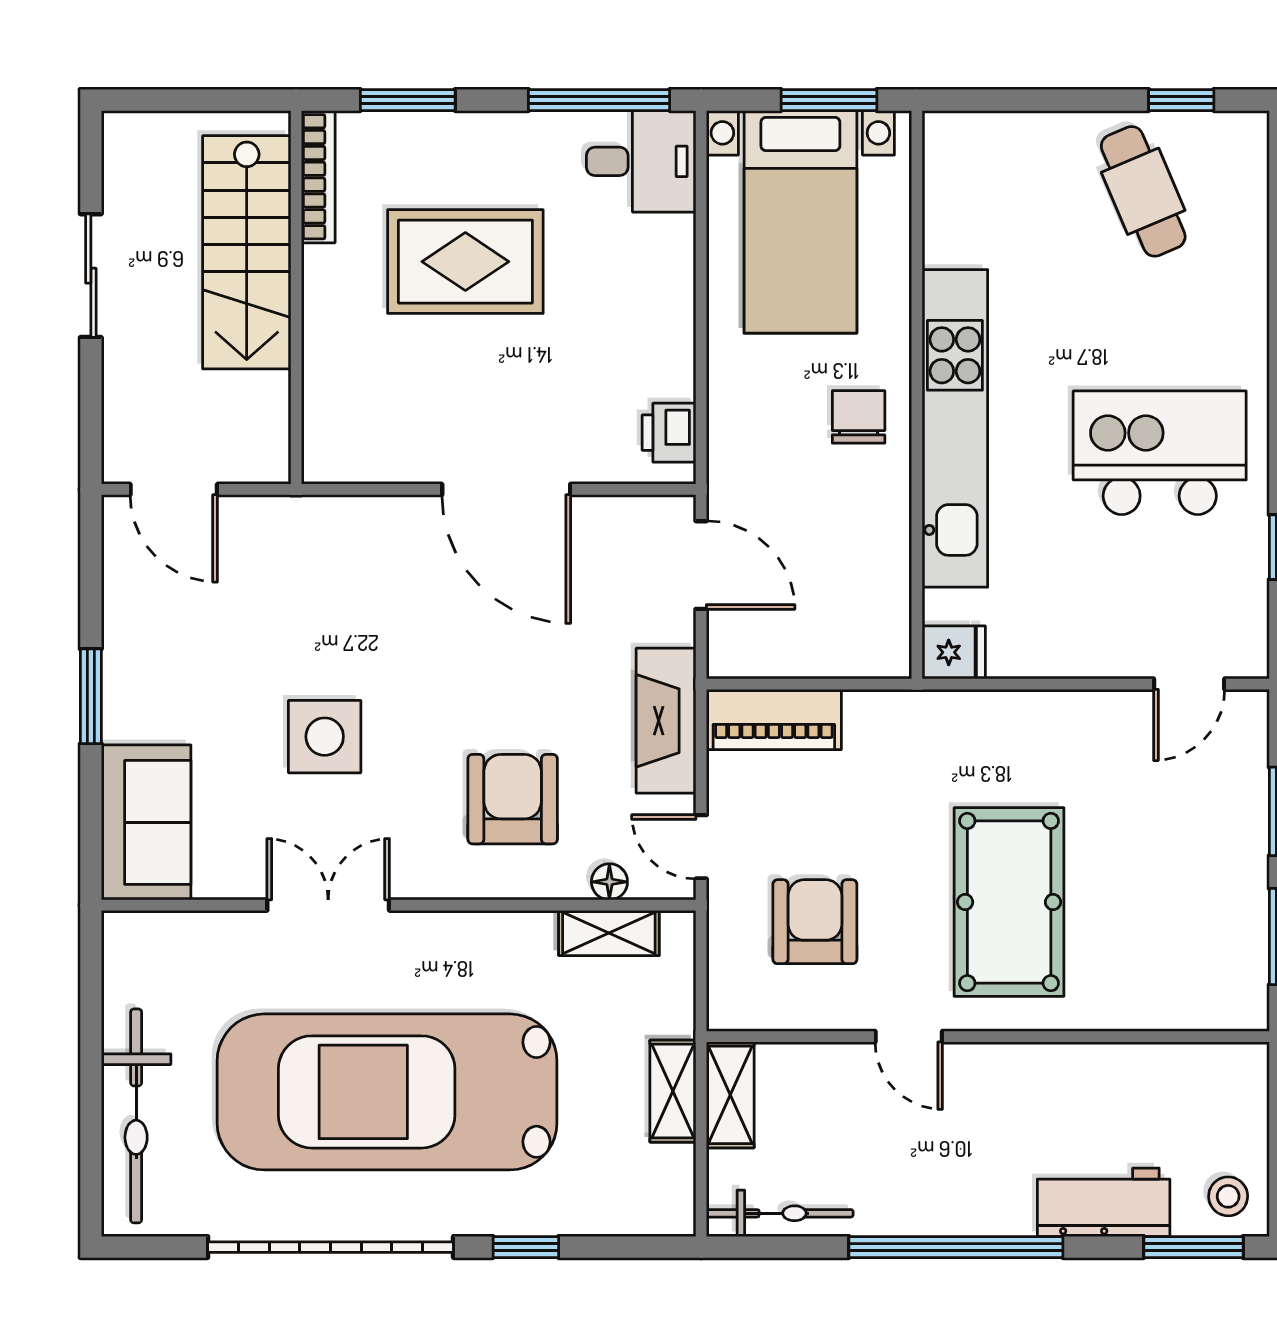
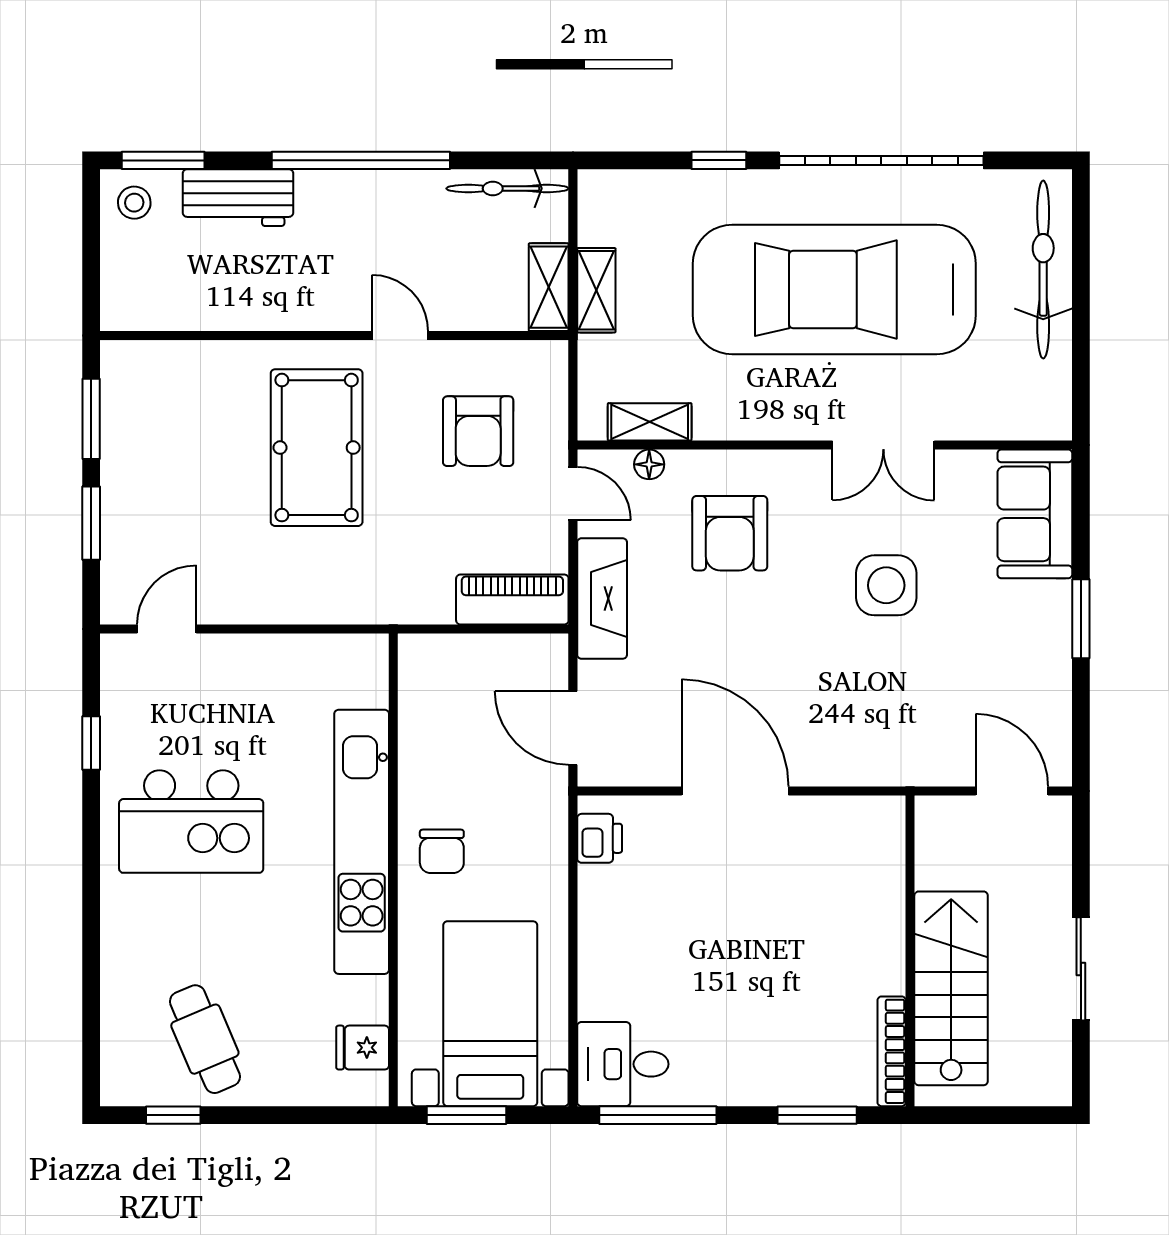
rug: (465, 262) -> (769, 981), removed
fridge: (954, 652) -> (363, 1048), moved
car: (387, 1092) -> (834, 290), turned 180

